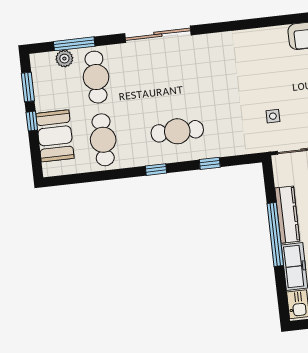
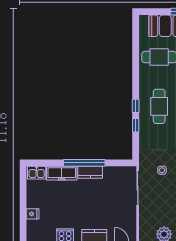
window: (156, 170) -> (136, 106), moved
kitchen counter: (287, 215) -> (90, 172), width x0.67

